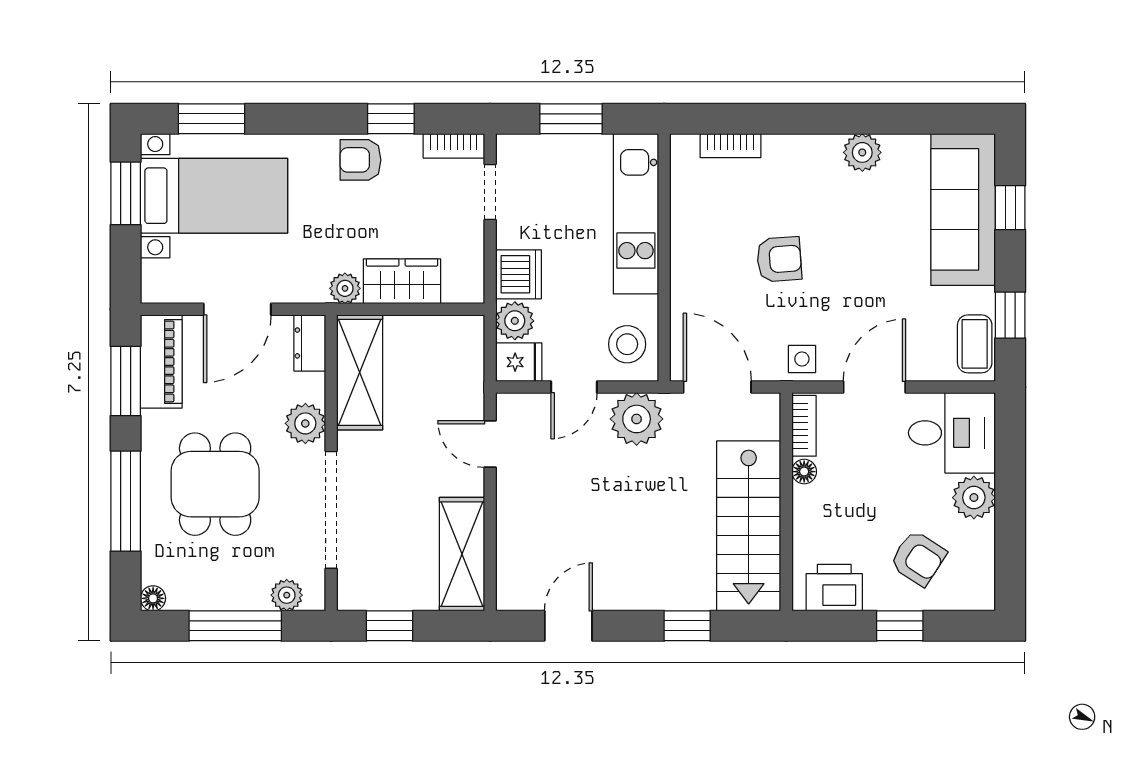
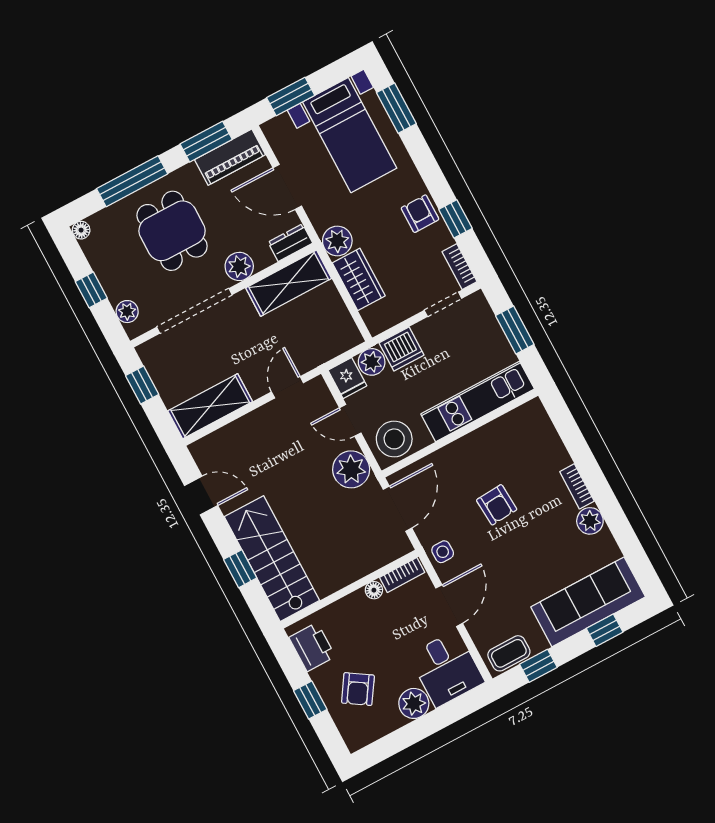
bookcase: (730, 146) -> (577, 486), moved
window: (126, 193) -> (291, 97), moved
plant: (345, 288) -> (337, 241), width x1.38, depth x1.38
stool: (627, 344) -> (394, 439), width x1.38, depth x1.38
door: (874, 387) -> (449, 606), hinge flipped
dining table: (215, 484) -> (172, 231), turned 90
stairs: (749, 526) -> (272, 559), moved, turned 90
window: (235, 626) -> (91, 290), width x0.46

